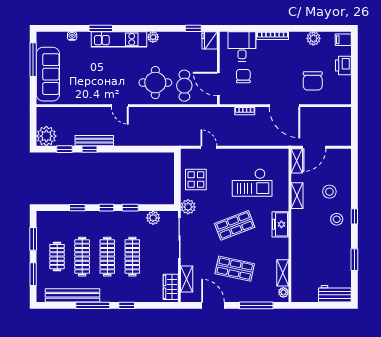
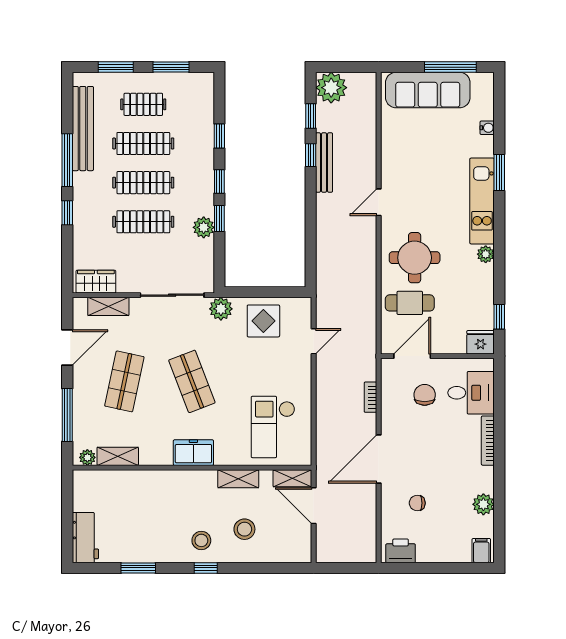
printer: (343, 65) -> (401, 551), moved
chair: (243, 76) -> (425, 395), turned -90
chair: (313, 81) -> (417, 503), width x0.54, depth x0.54
checkout: (252, 183) -> (273, 427), moved
plant: (153, 218) -> (204, 227), moved

